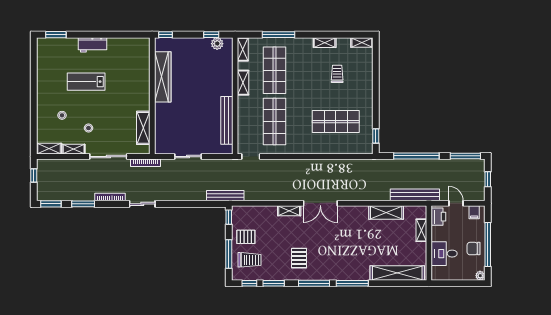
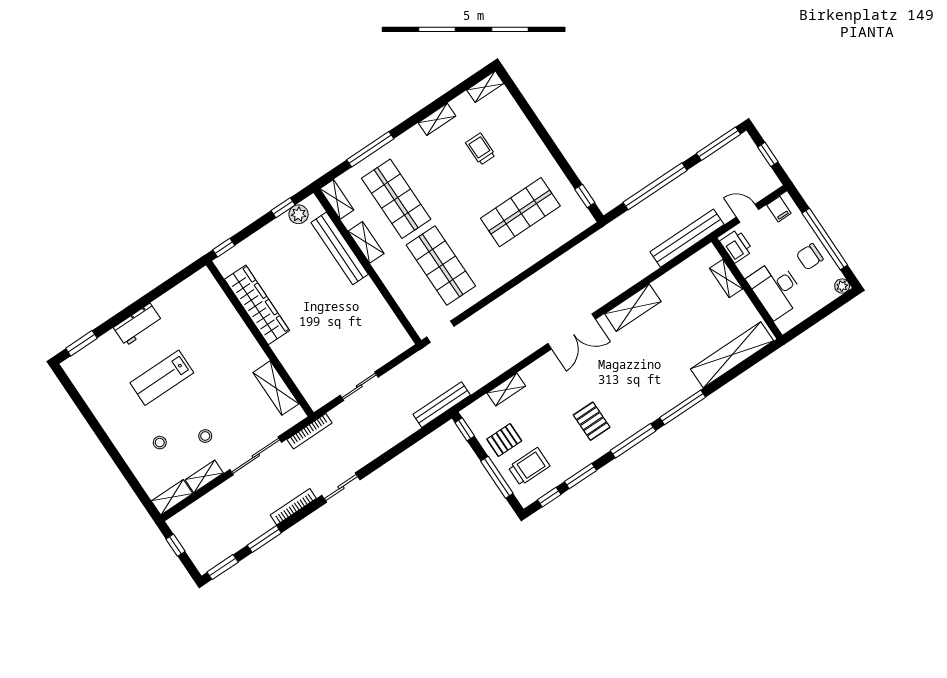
bench: (227, 120) -> (340, 248), moved
shelving: (289, 211) -> (506, 390), moved
shelving: (386, 212) -> (633, 308), moved
desk: (444, 254) -> (776, 289), width x1.37

